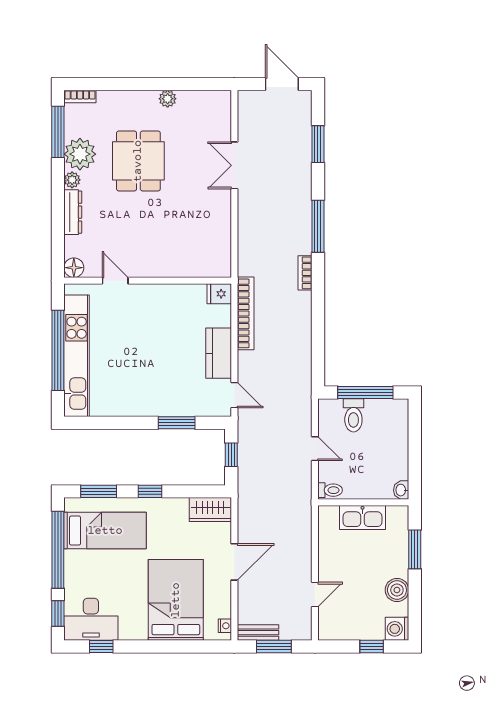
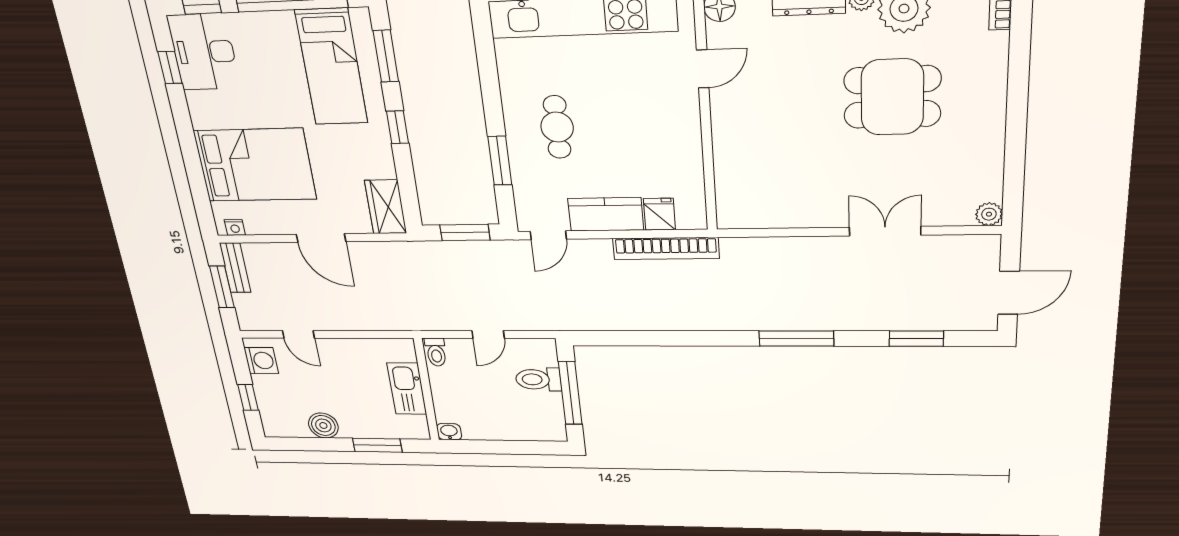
plant: (168, 99) -> (989, 214), moved
bookcase: (305, 273) -> (729, 323), removed
fridge: (219, 294) -> (659, 214), moved
cafe table: (153, 380) -> (557, 127), added
window: (231, 455) -> (465, 232), width x1.50
washing machine: (397, 629) -> (261, 361), moved, turned 90

